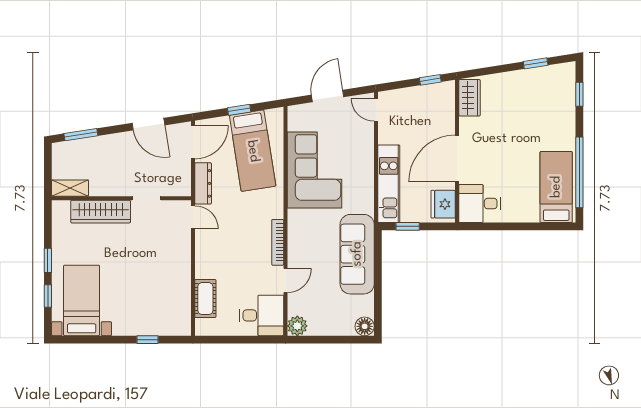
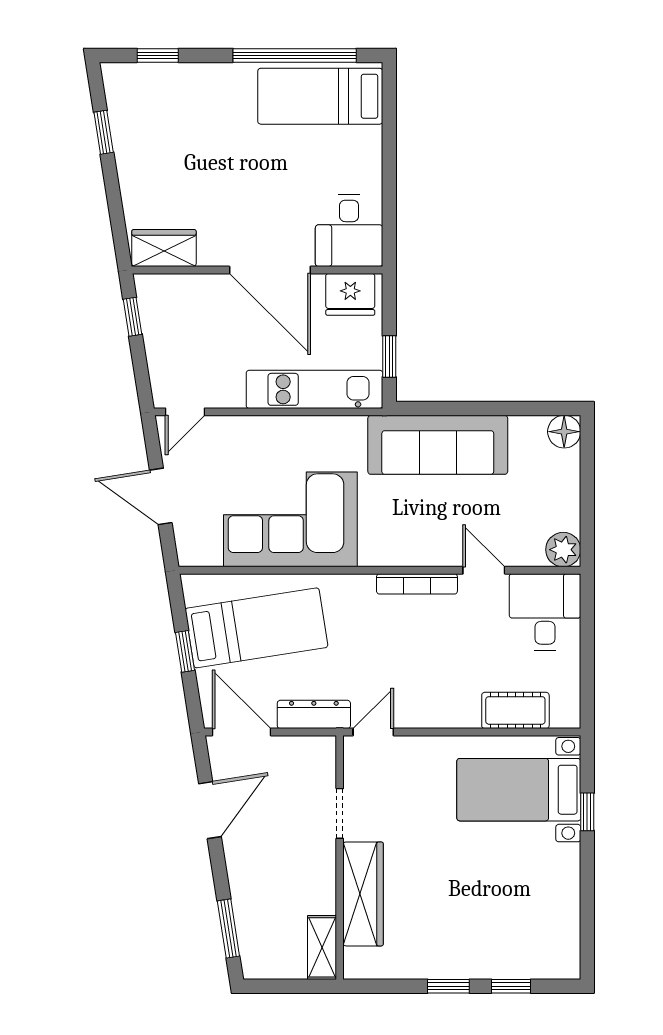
bed with nightstands: (82, 300) -> (519, 790), moved

